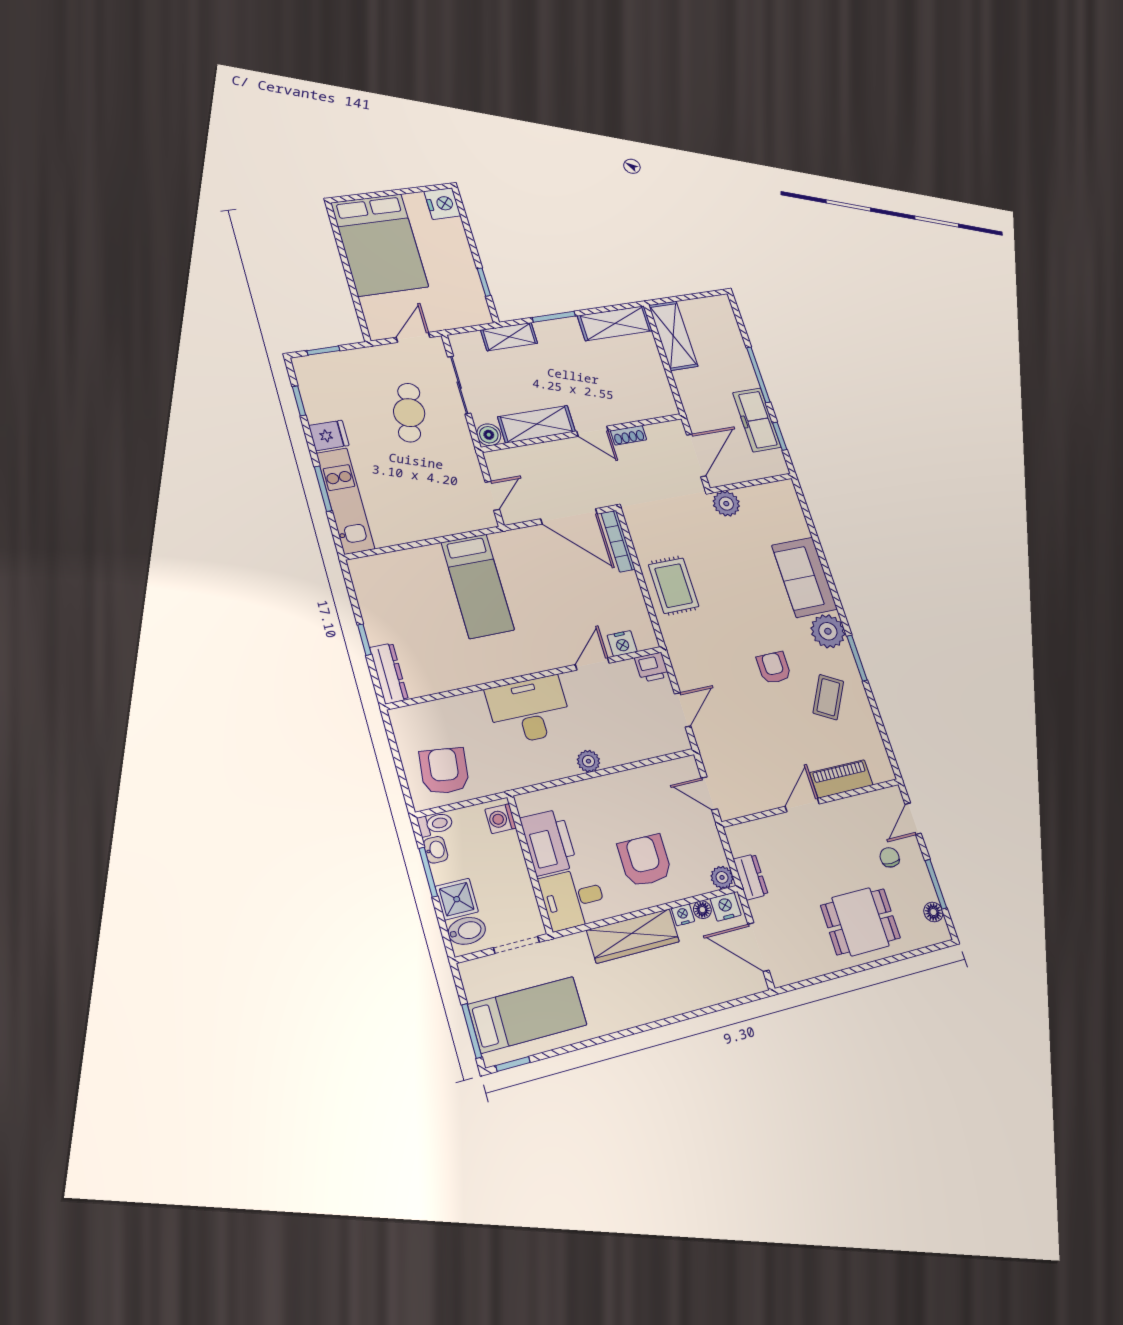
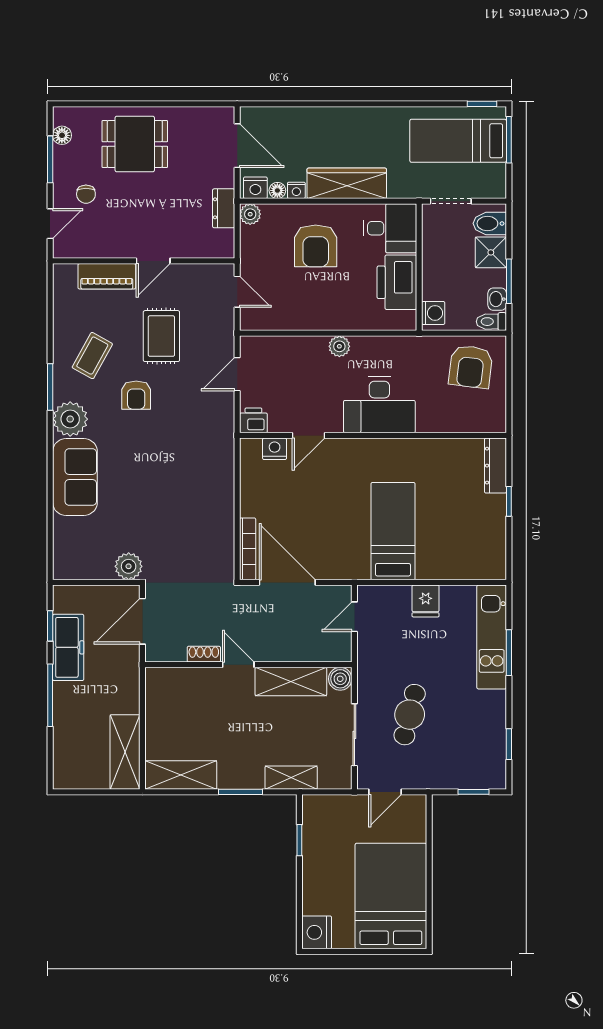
fridge: (329, 435) -> (426, 601), moved, turned -90
rug: (674, 586) -> (161, 336), moved

